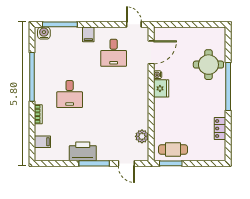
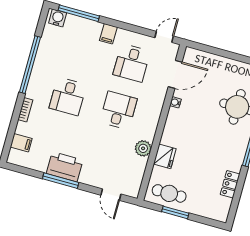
door: (134, 24) -> (164, 37), hinge flipped
fridge: (161, 88) -> (165, 156), moved
desk: (114, 94) -> (118, 110), added
plant: (142, 136) -> (143, 148), moved
window: (94, 163) -> (61, 181), moved
window: (171, 163) -> (175, 212), moved

